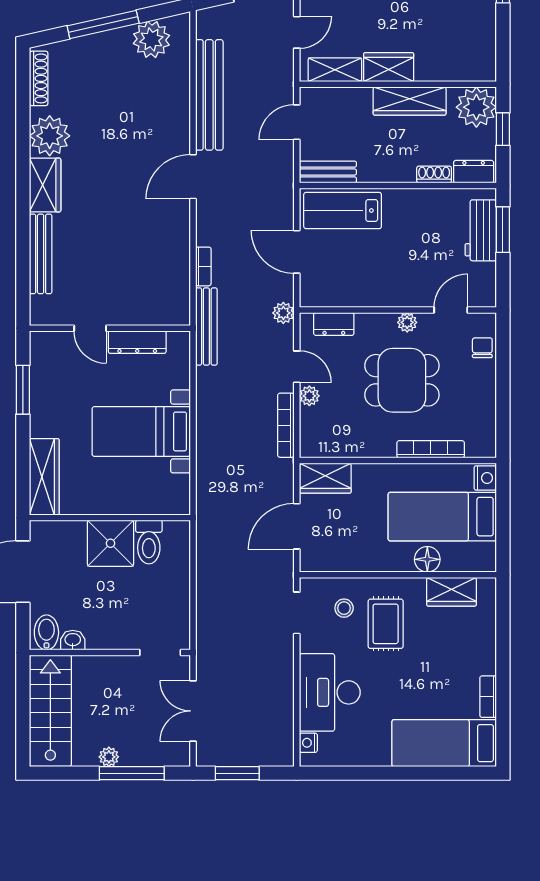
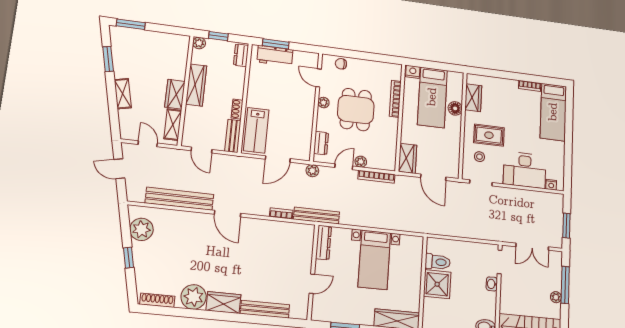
window: (103, 24) -> (128, 258), width x0.46
plant: (476, 107) -> (199, 43), width x0.53, depth x0.53
shoe rack: (434, 174) -> (237, 109), moved
dresser: (137, 342) -> (323, 243), moved
washbasin: (73, 640) -> (492, 284), moved

